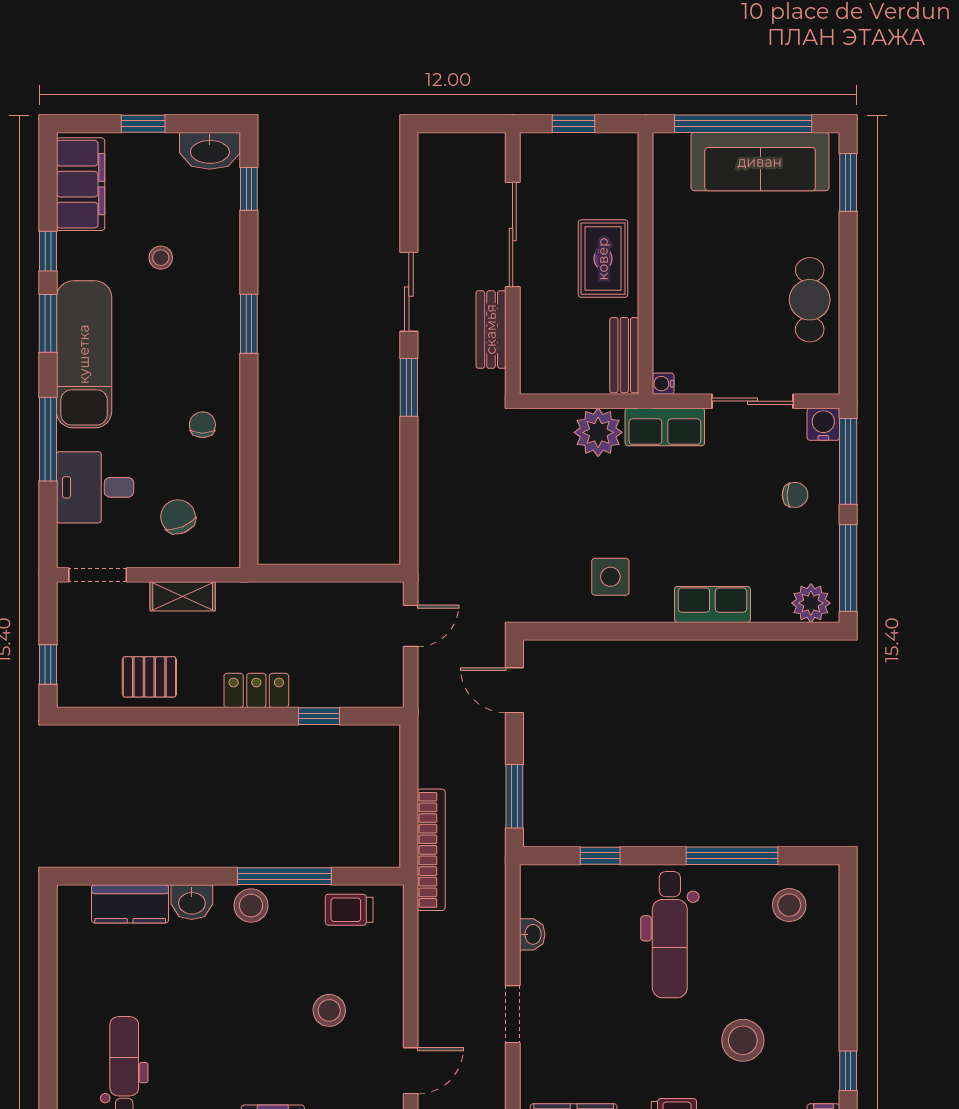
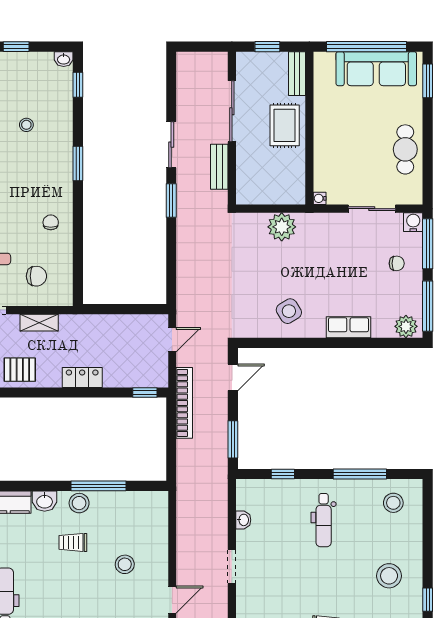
washbasin: (210, 151) -> (64, 59), width x0.52, depth x0.69
bench: (624, 355) -> (297, 74), moved
row of seats: (665, 427) -> (321, 224), removed
chair: (178, 517) -> (36, 276), turned 112
side table: (610, 577) -> (289, 311), turned -32
door: (514, 690) -> (233, 377), swing flipped
window: (319, 716) -> (145, 393), moved
bookcase: (431, 850) -> (184, 403), moved
trolley: (349, 910) -> (73, 542), moved
dental chair: (670, 935) -> (324, 520), width x0.73, depth x0.72
stool: (743, 1040) -> (389, 576), moved

